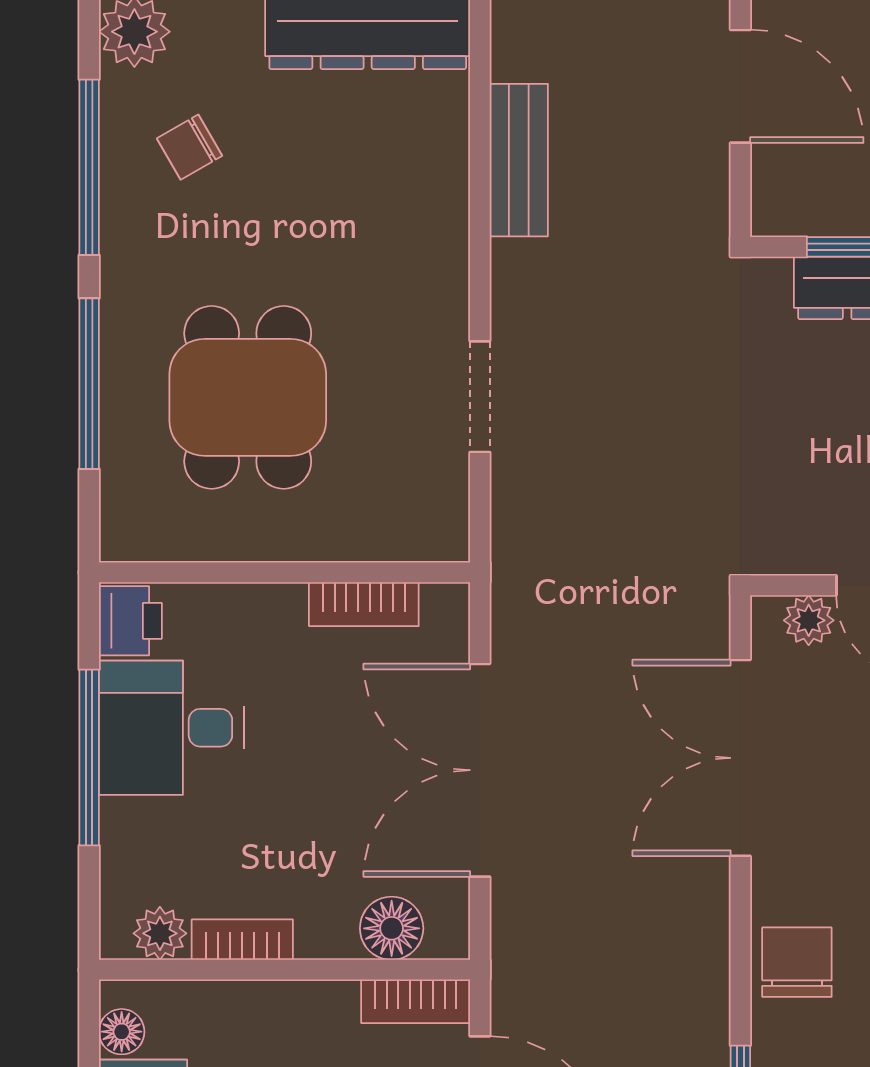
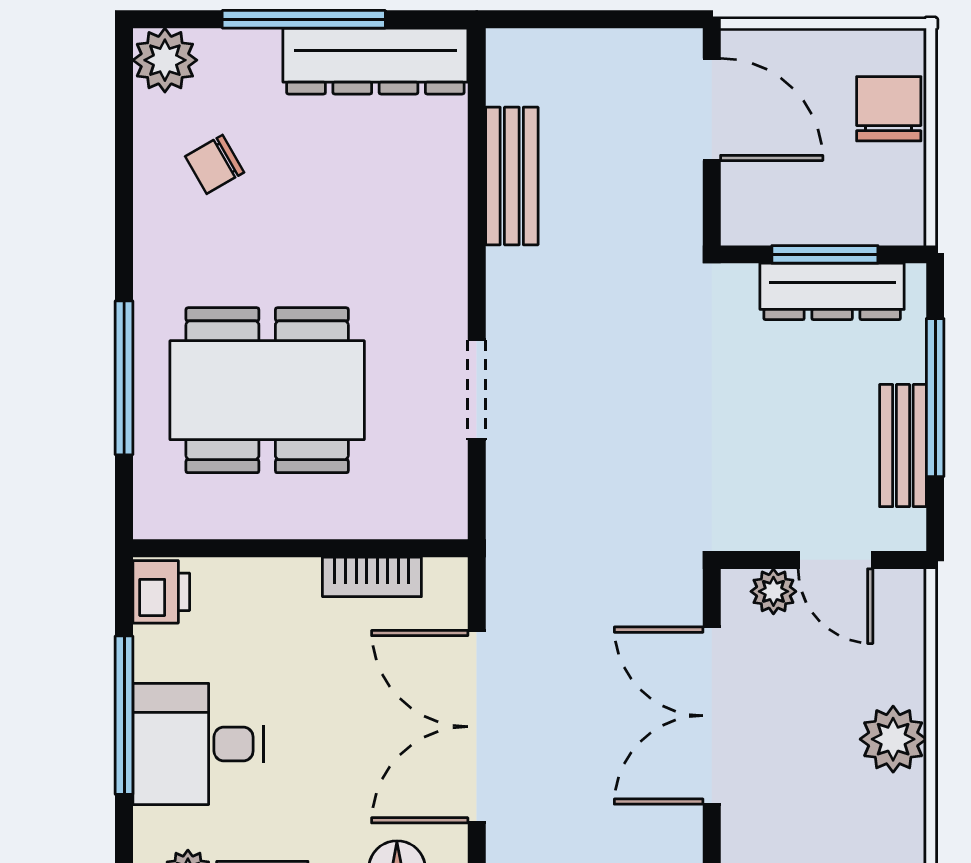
window: (89, 167) -> (124, 183), removed
dining table: (248, 397) -> (267, 390), width x1.38
desk: (171, 728) -> (198, 744), moved

